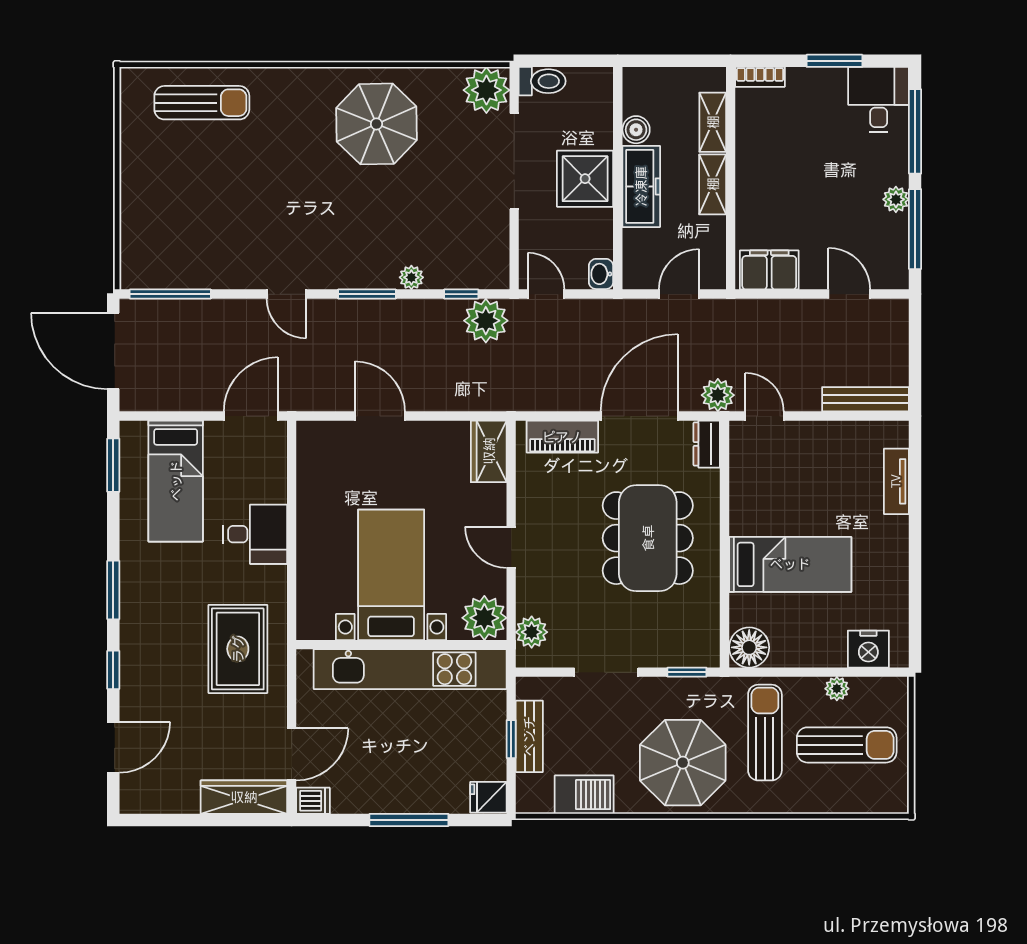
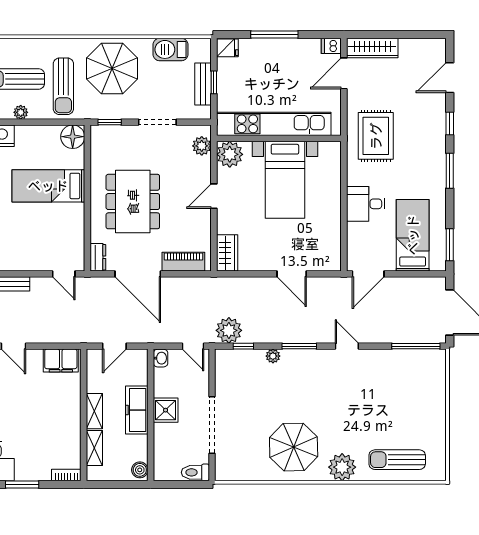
plant: (486, 90) -> (342, 467), moved
boiler: (636, 130) -> (140, 470), moved
shower: (585, 179) -> (166, 410), width x0.73, depth x0.73
plant: (718, 395) -> (91, 286), removed
door: (639, 416) -> (138, 274), hinge flipped
door: (511, 547) -> (214, 196), swing flipped

